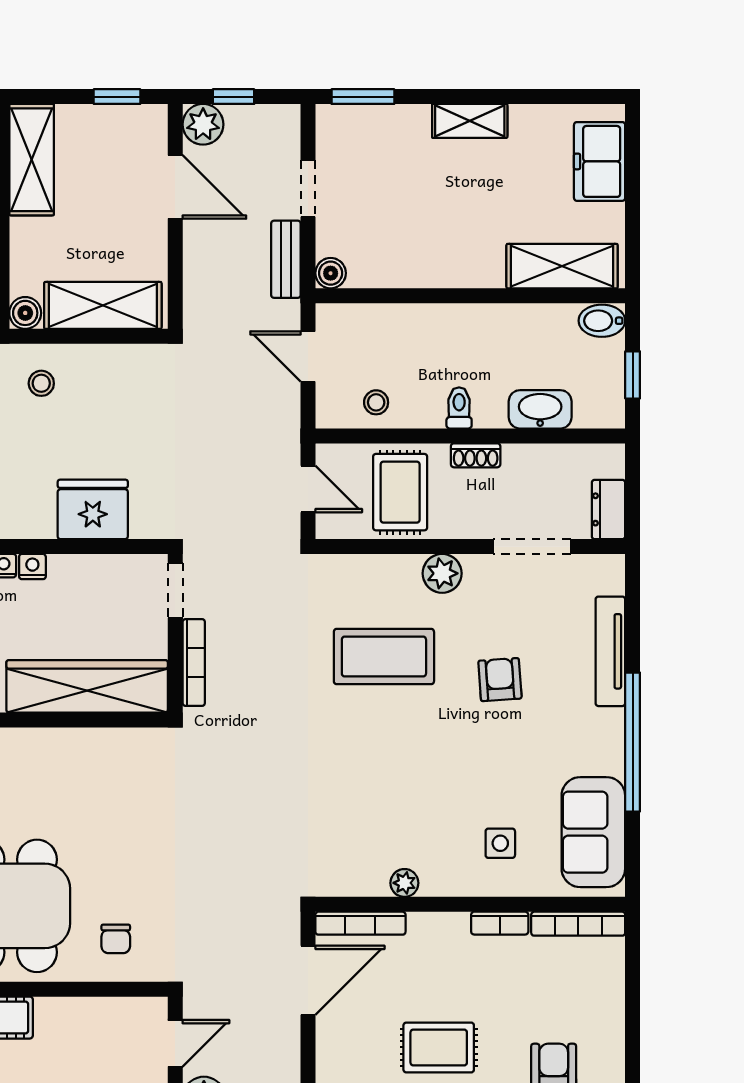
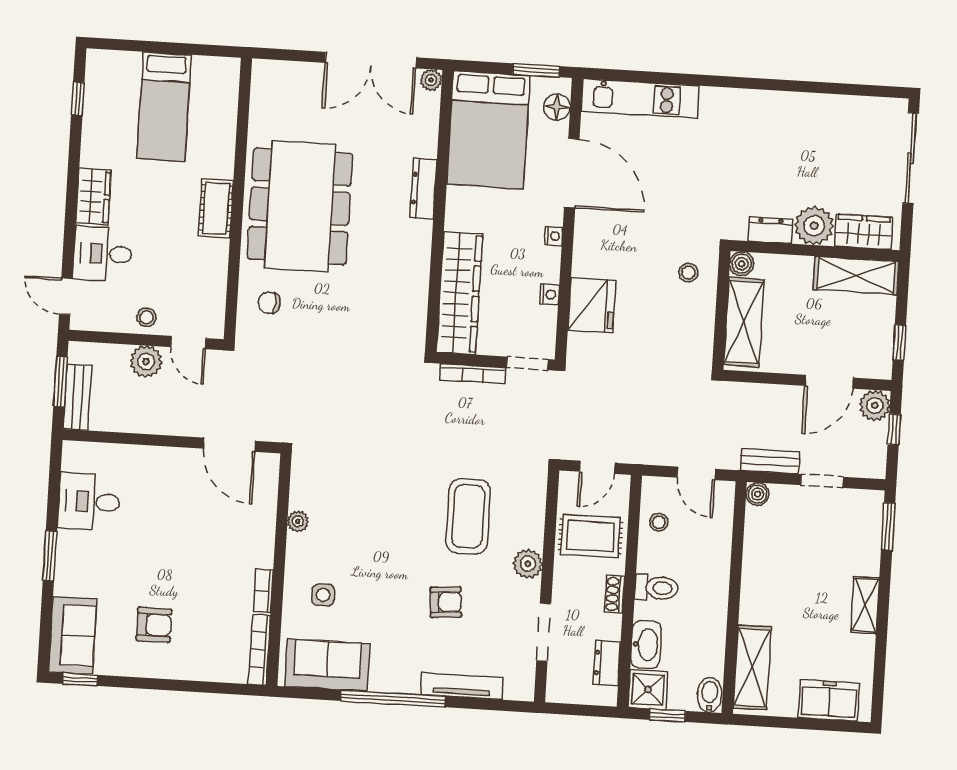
door: (308, 356) -> (696, 473), swing flipped
shower: (600, 403) -> (648, 690), added
toilet: (459, 408) -> (657, 588), width x1.37, depth x1.39
dresser: (609, 509) -> (607, 663), moved, turned -90
nightstand: (32, 567) -> (549, 294), moved
bookcase: (360, 923) -> (270, 487), removed
rug: (439, 1047) -> (173, 540), removed

